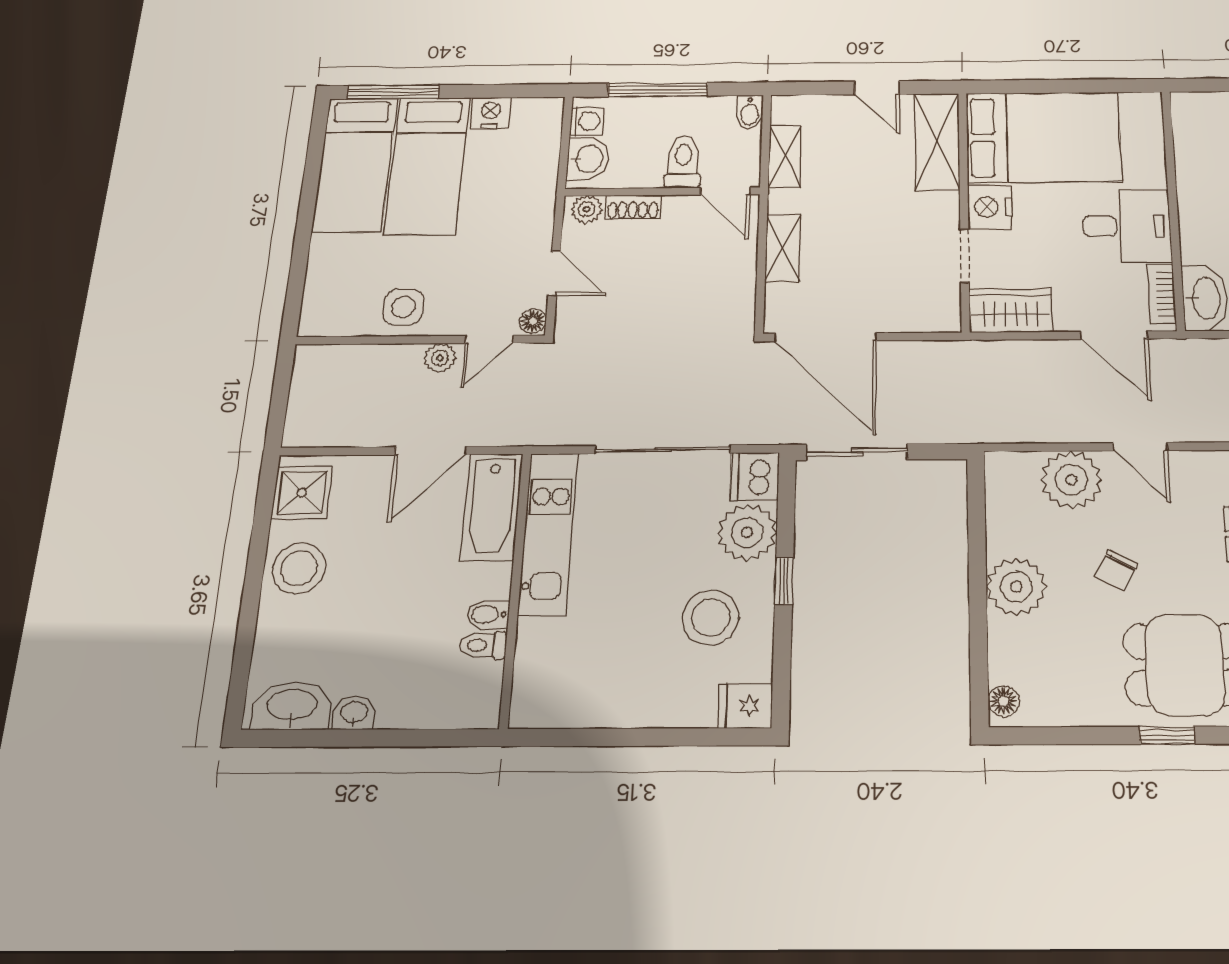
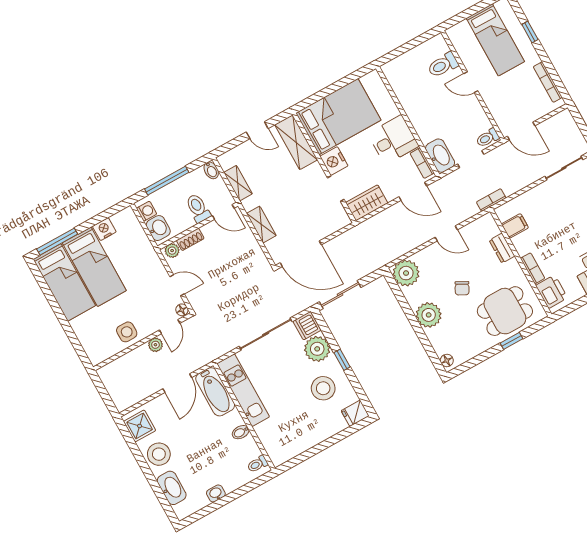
plant: (1071, 480) -> (406, 273), moved
toilet: (483, 645) -> (258, 464), moved
washbasin: (292, 706) -> (172, 488), moved, turned 90

